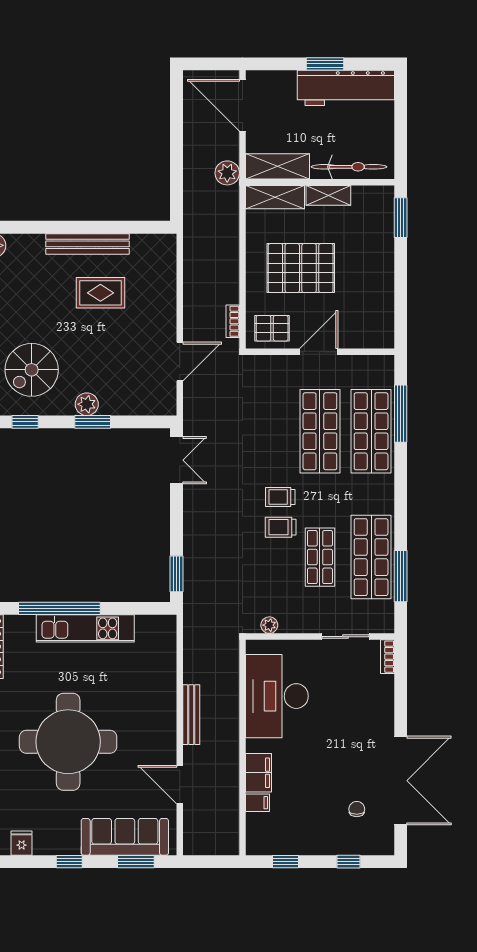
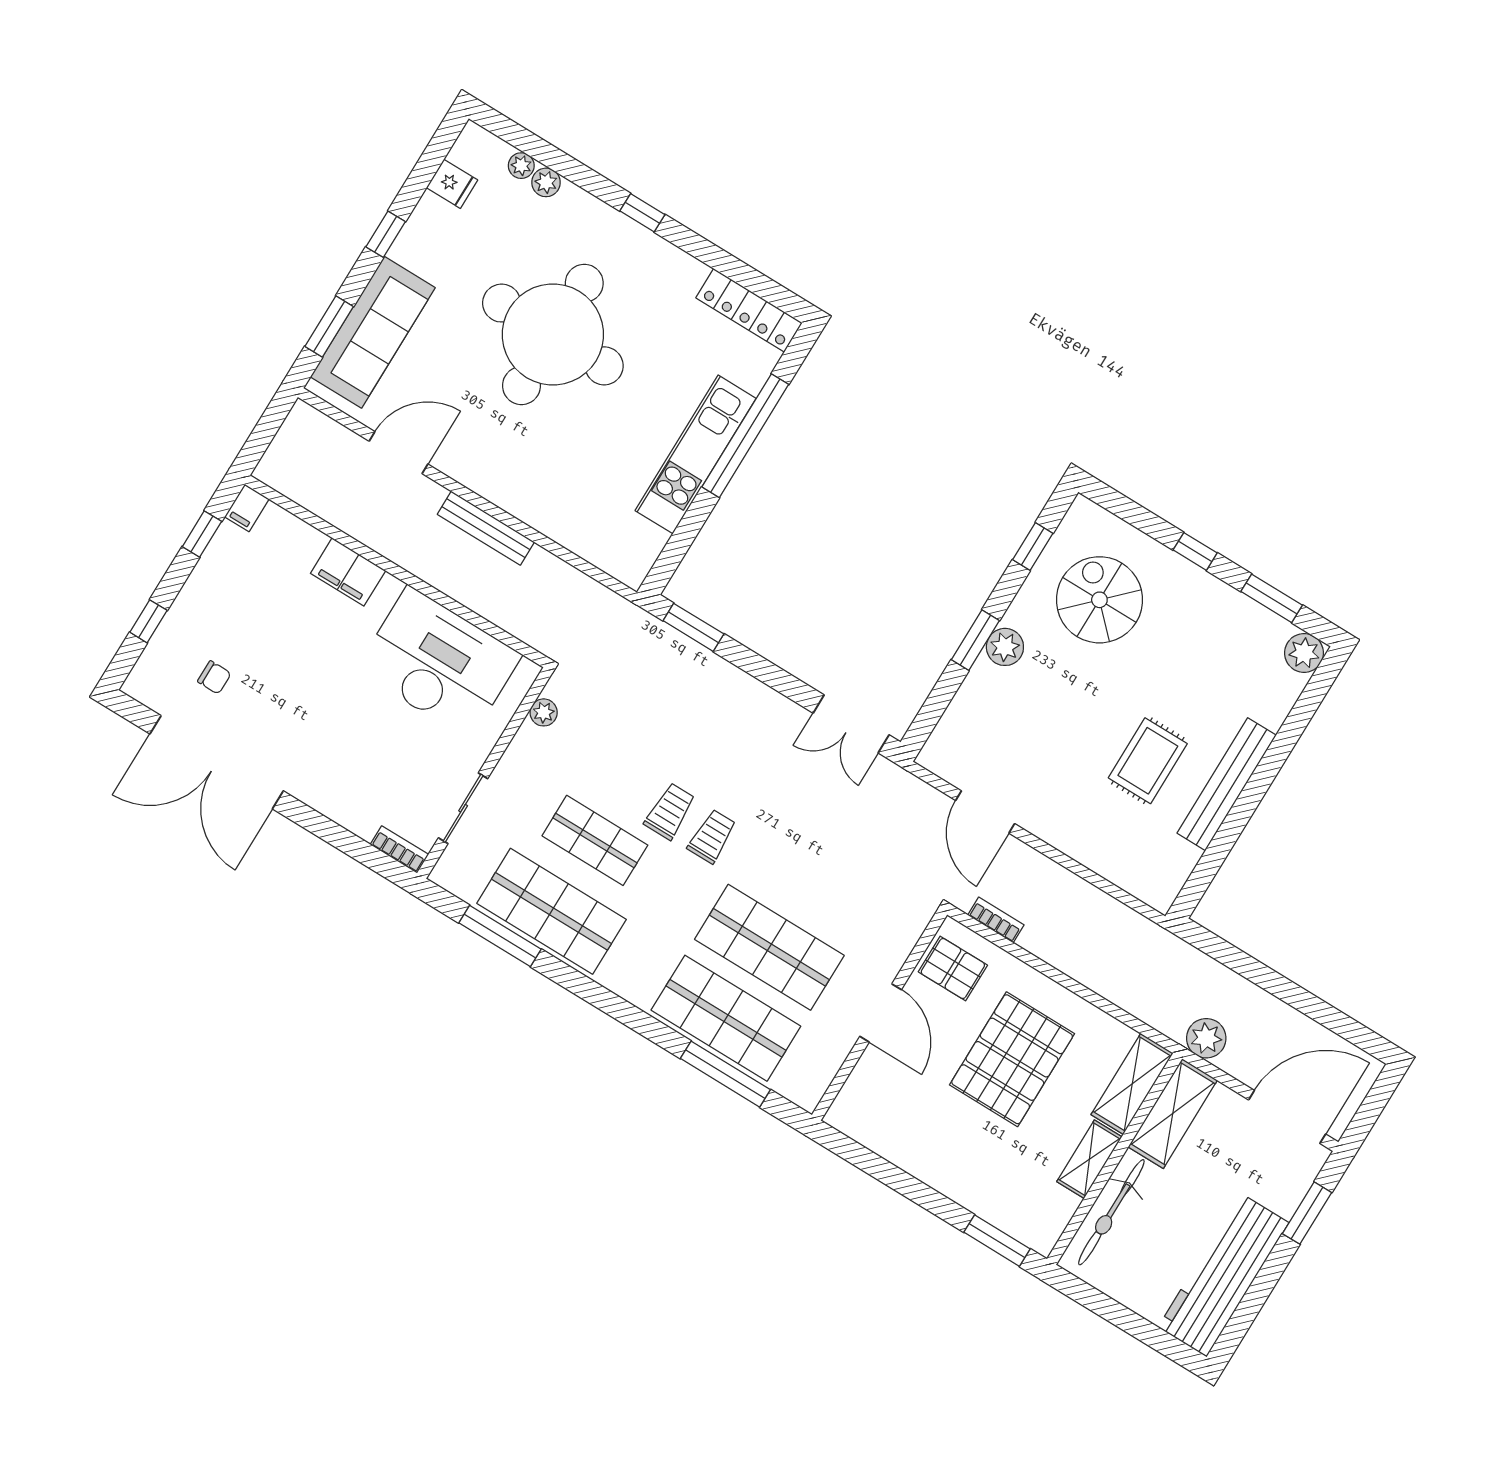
window: (325, 64) -> (1307, 1213), moved
pallet: (272, 328) -> (953, 968), turned 90
filing cabinet: (257, 803) -> (247, 508), moved

